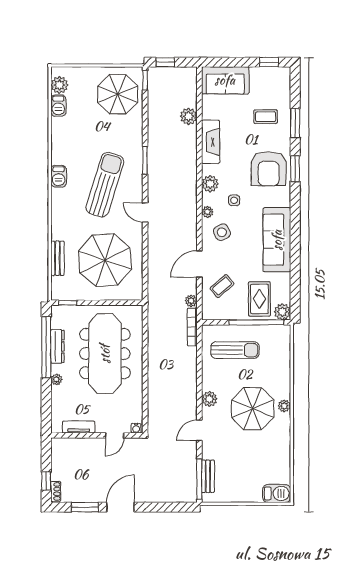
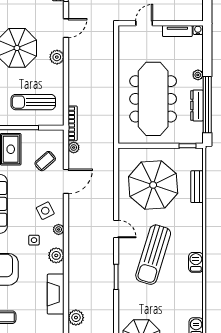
water cooler: (136, 428) -> (198, 30), moved

